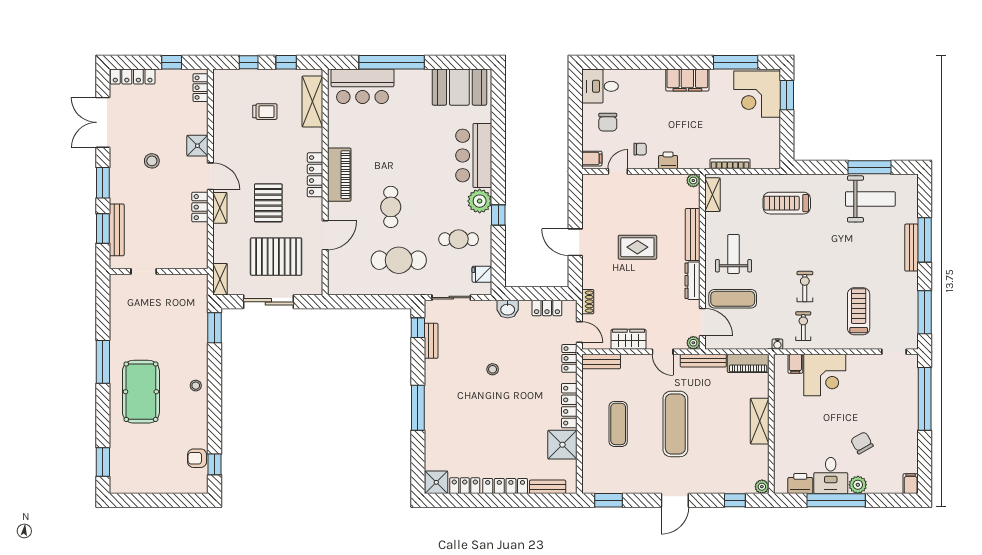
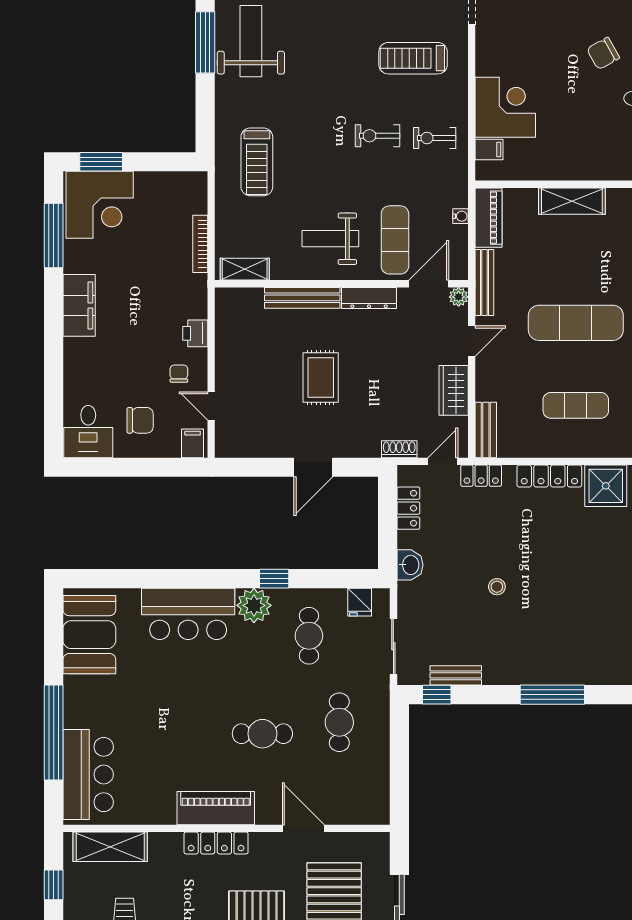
plant: (693, 180) -> (224, 297), removed
cafe table: (399, 260) -> (339, 722), width x0.73, depth x0.74
water cooler: (777, 344) -> (461, 216), moved

